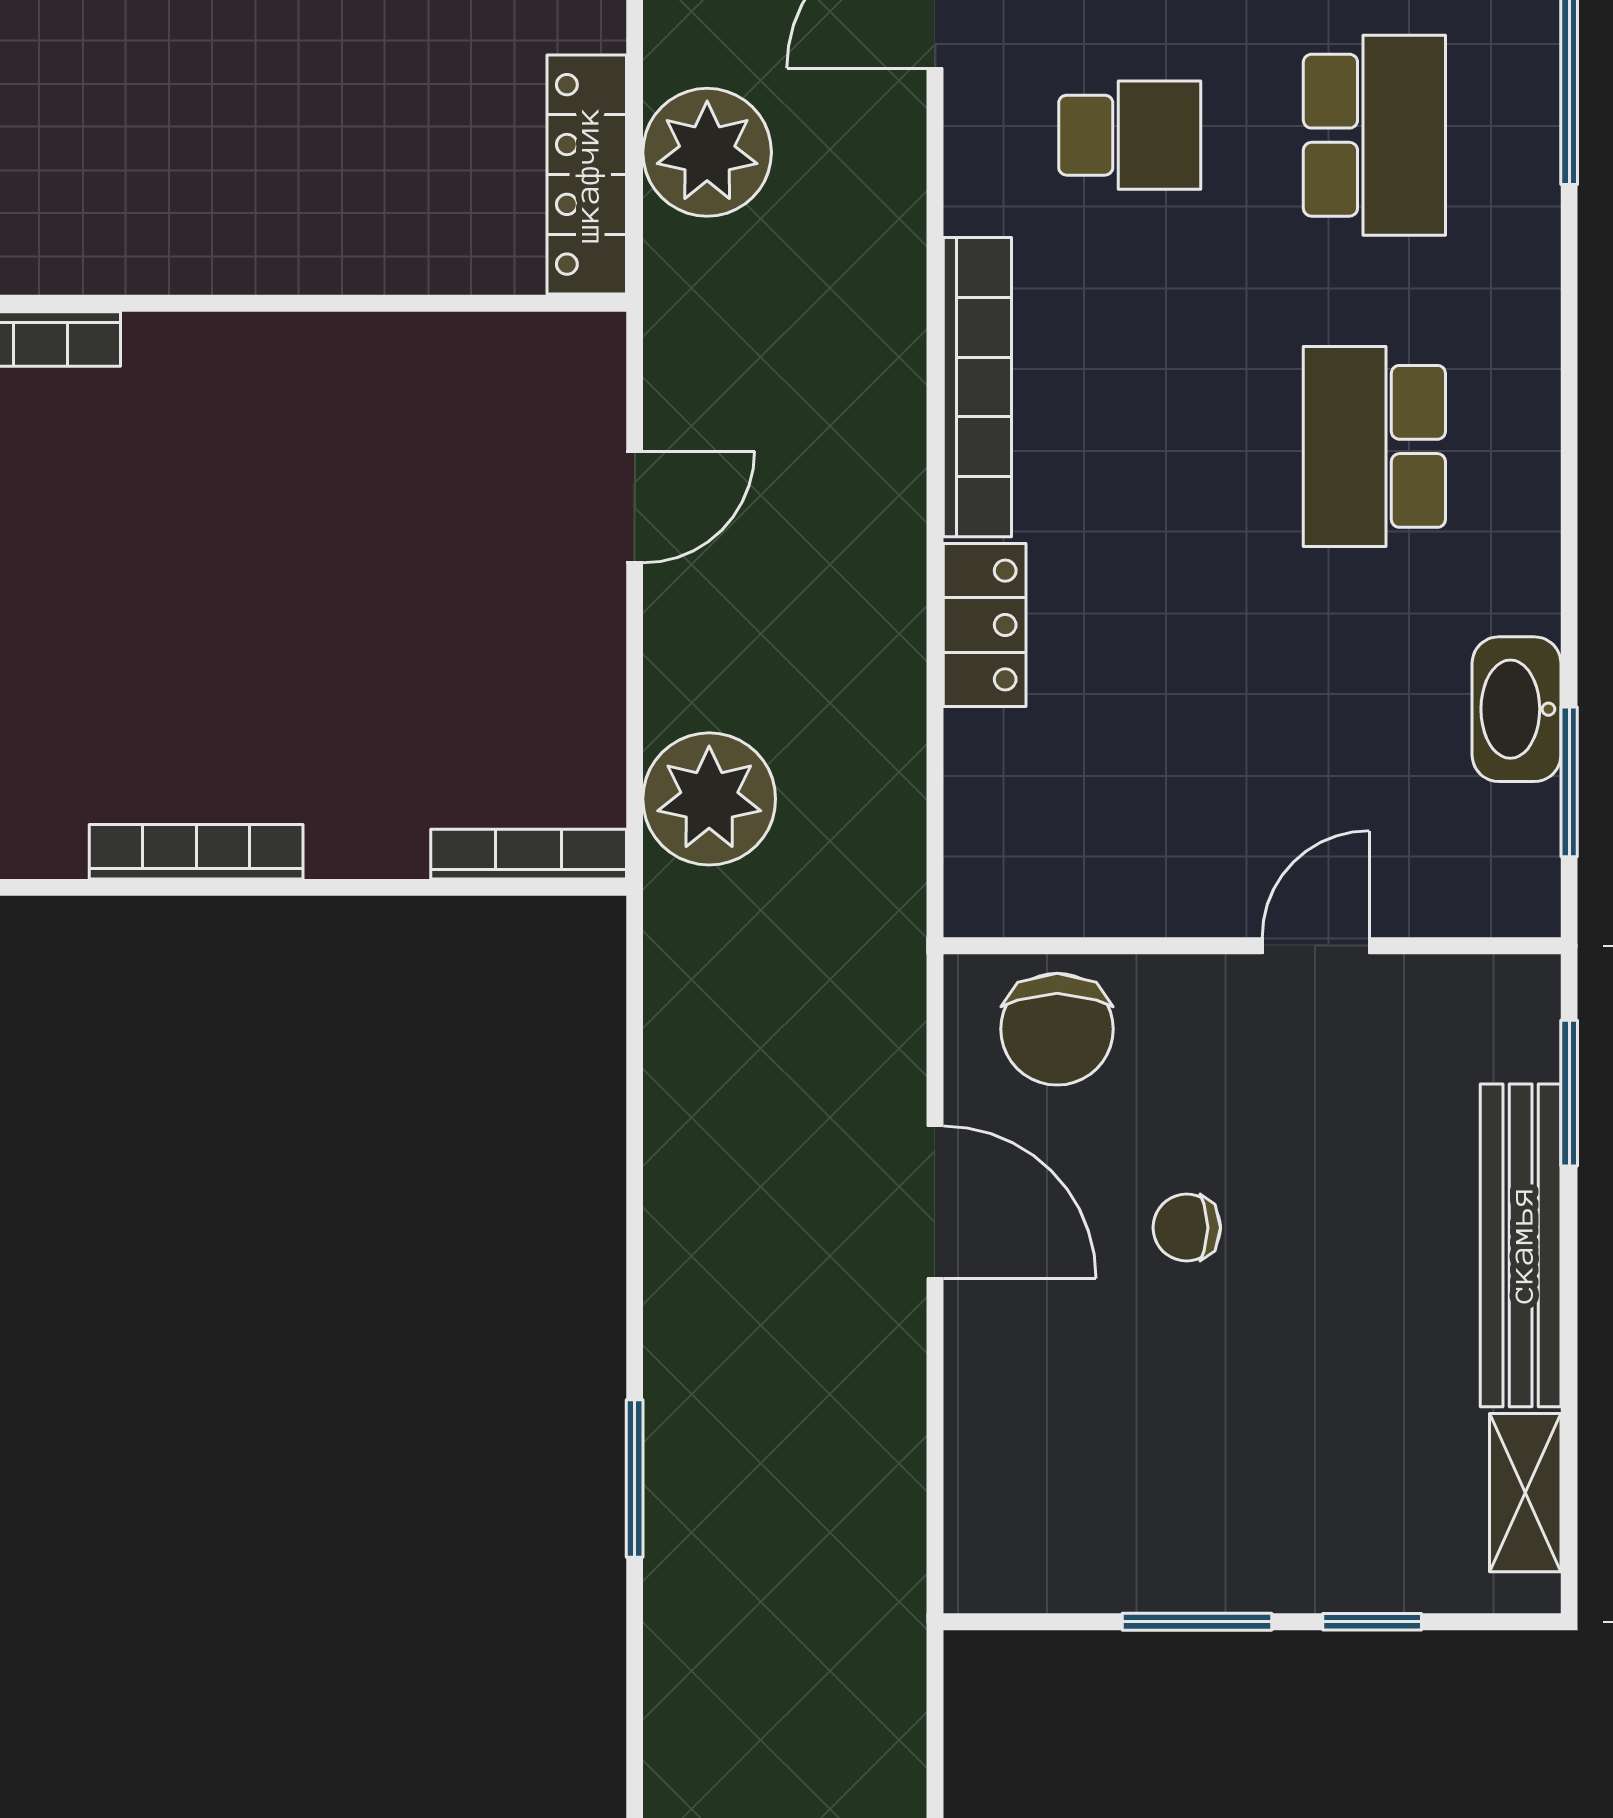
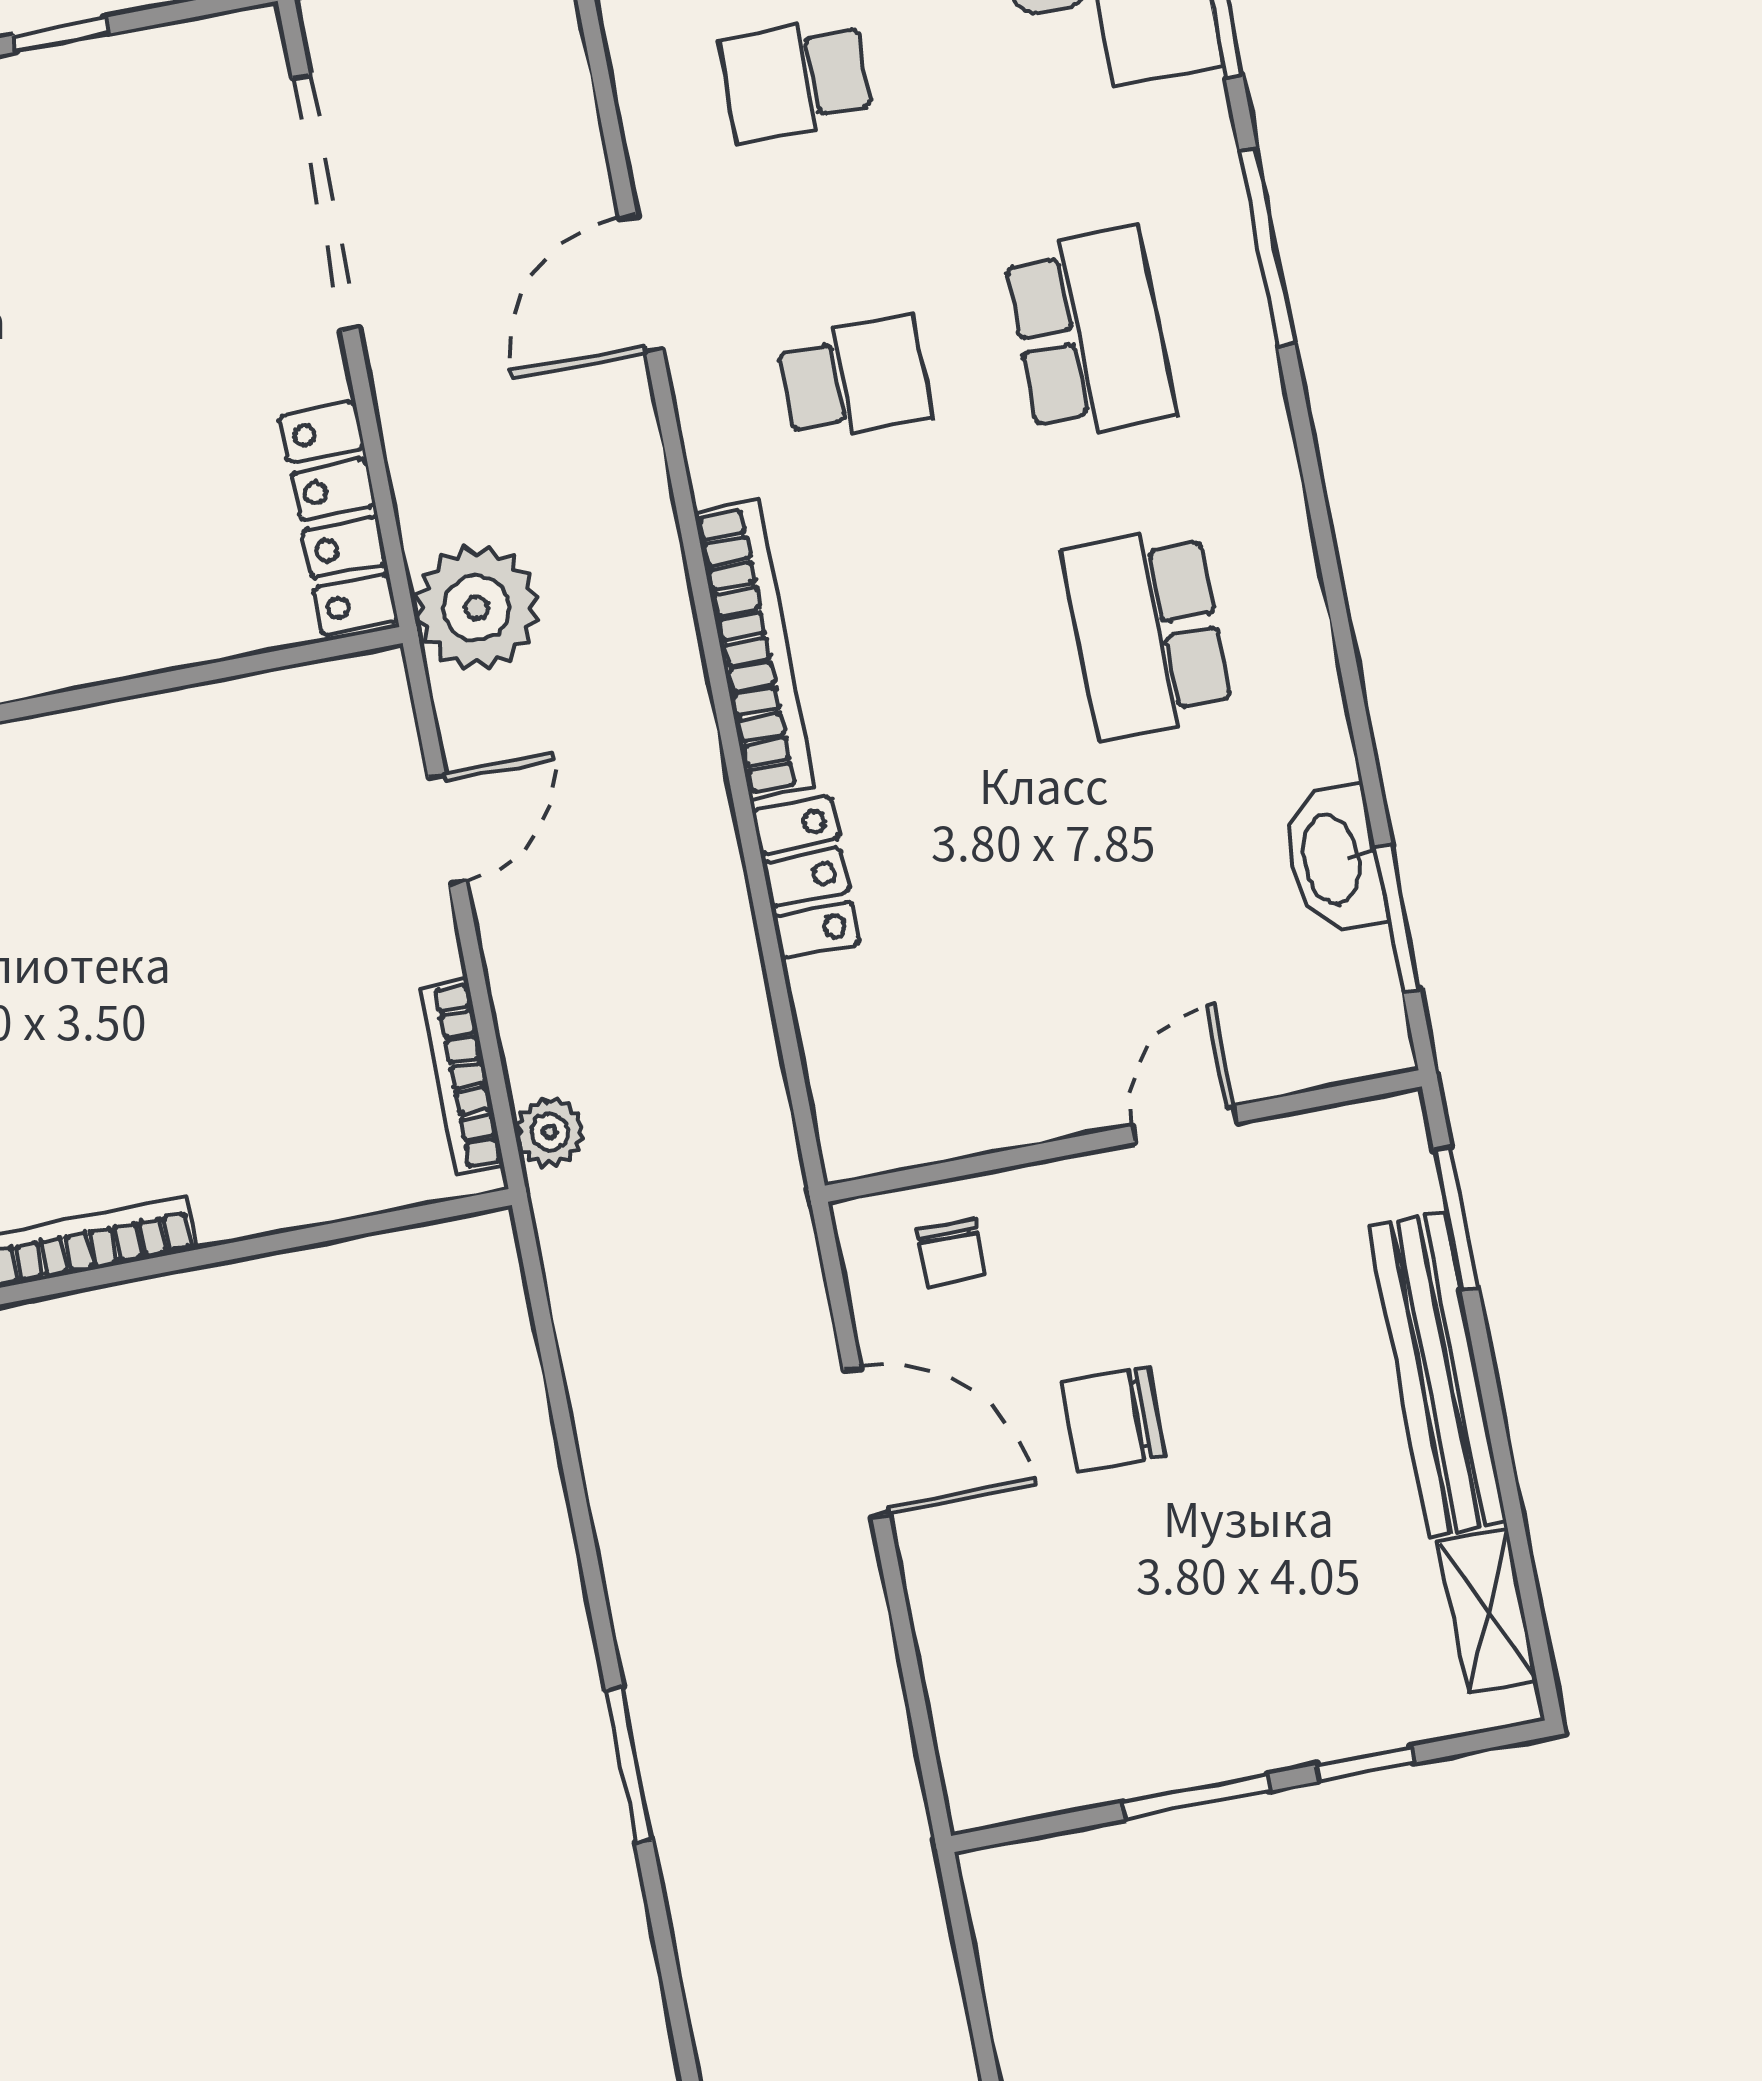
plant: (707, 152) -> (476, 608), moved
plant: (709, 799) -> (550, 1132), width x0.53, depth x0.53
bookcase: (529, 854) -> (462, 1077), moved, turned -90
chair: (1057, 1029) -> (951, 1253), width x0.54, depth x0.54
chair: (1187, 1228) -> (1113, 1419), width x1.37, depth x1.37

